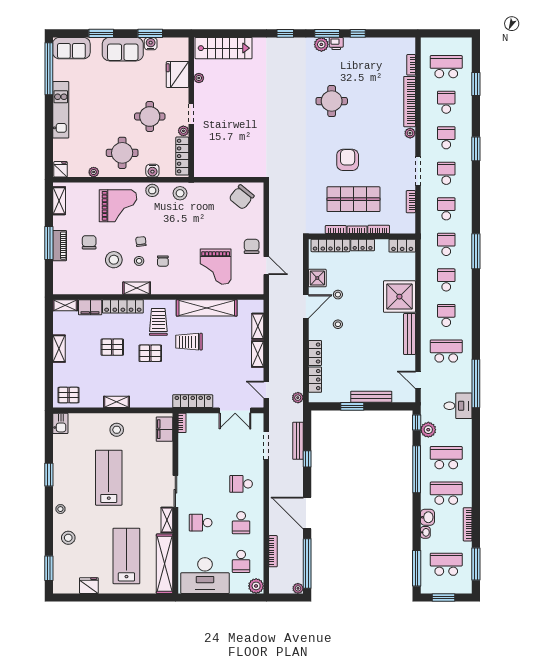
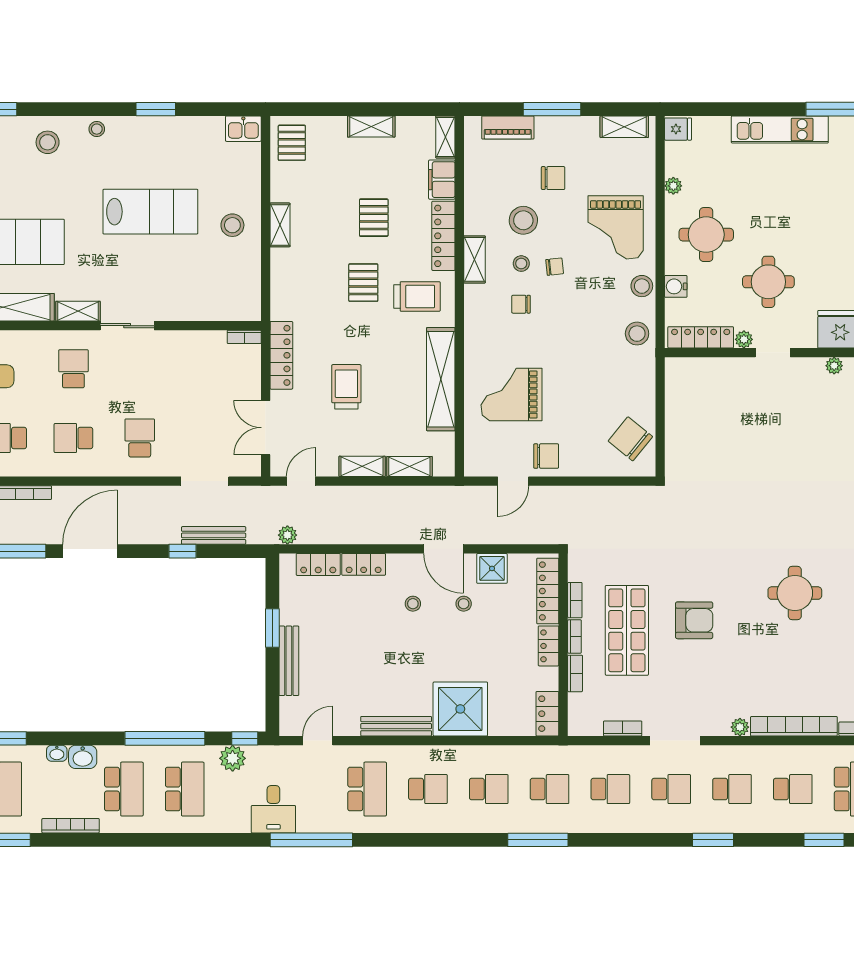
piano: (60, 246) -> (508, 128), moved
trolley: (189, 342) -> (346, 387), moved
filing cabinet: (165, 429) -> (233, 307), removed

